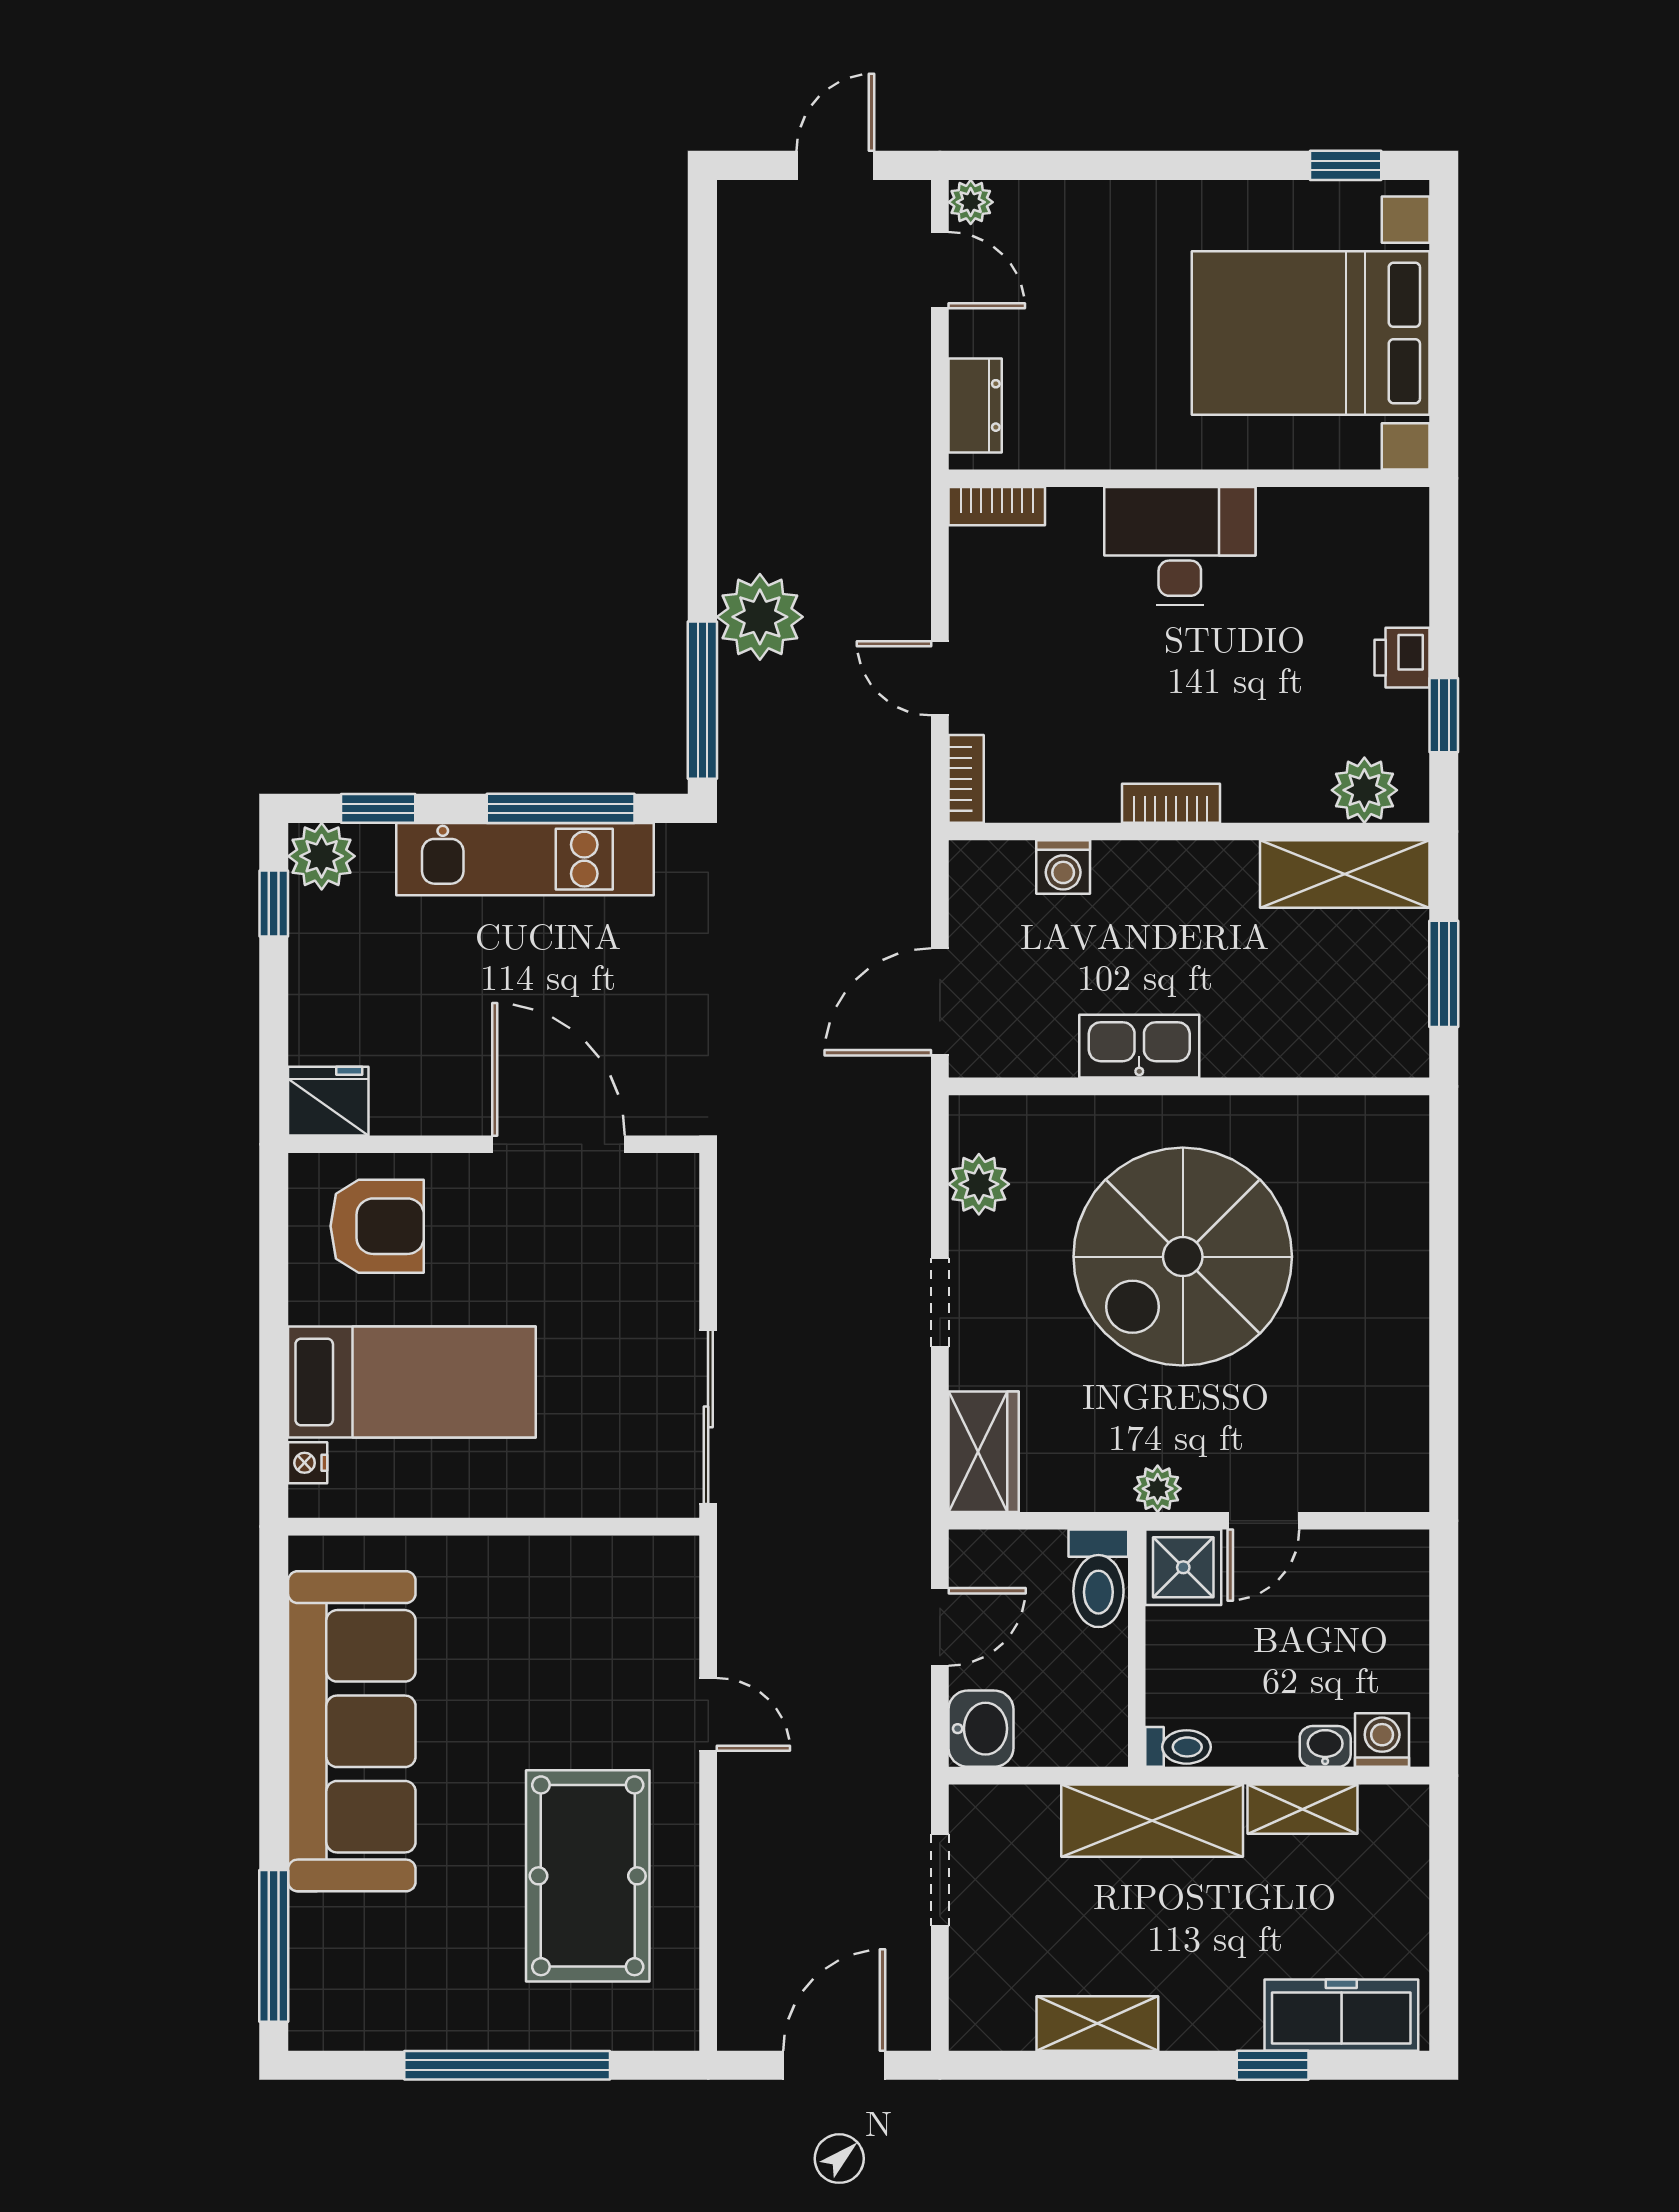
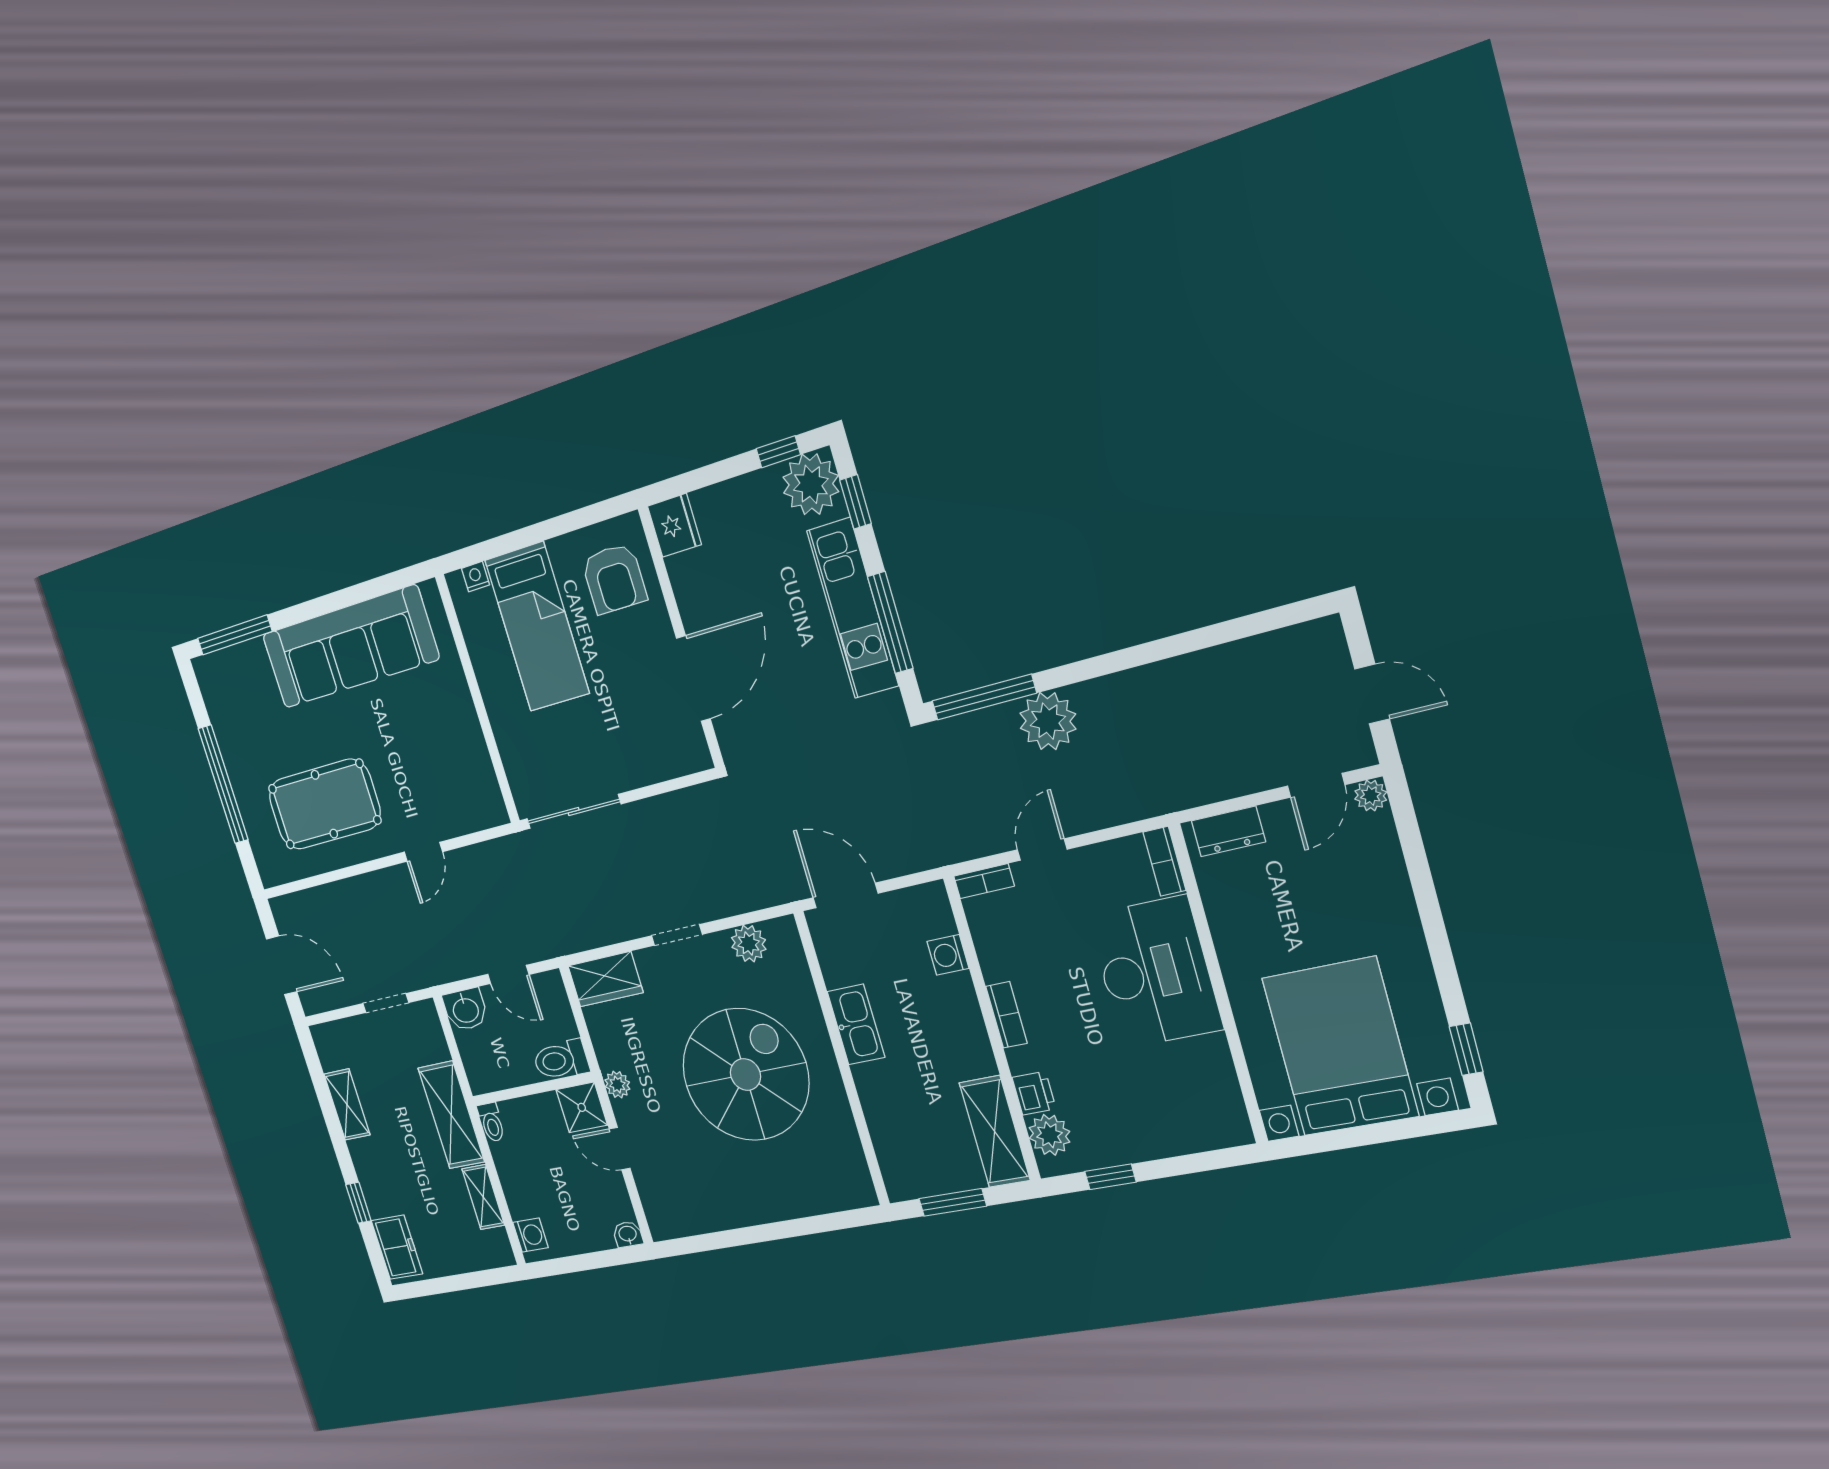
desk: (1180, 546) -> (1155, 972), width x1.36, depth x1.30
printer: (1402, 658) -> (1034, 1093), moved, turned 90
plant: (322, 856) -> (811, 484), width x1.36, depth x1.36
spiral stairs: (1183, 1257) -> (745, 1075), turned 90
washbasin: (1325, 1746) -> (628, 1234), moved, turned -90
freezer: (1341, 2015) -> (397, 1247), width x0.71

